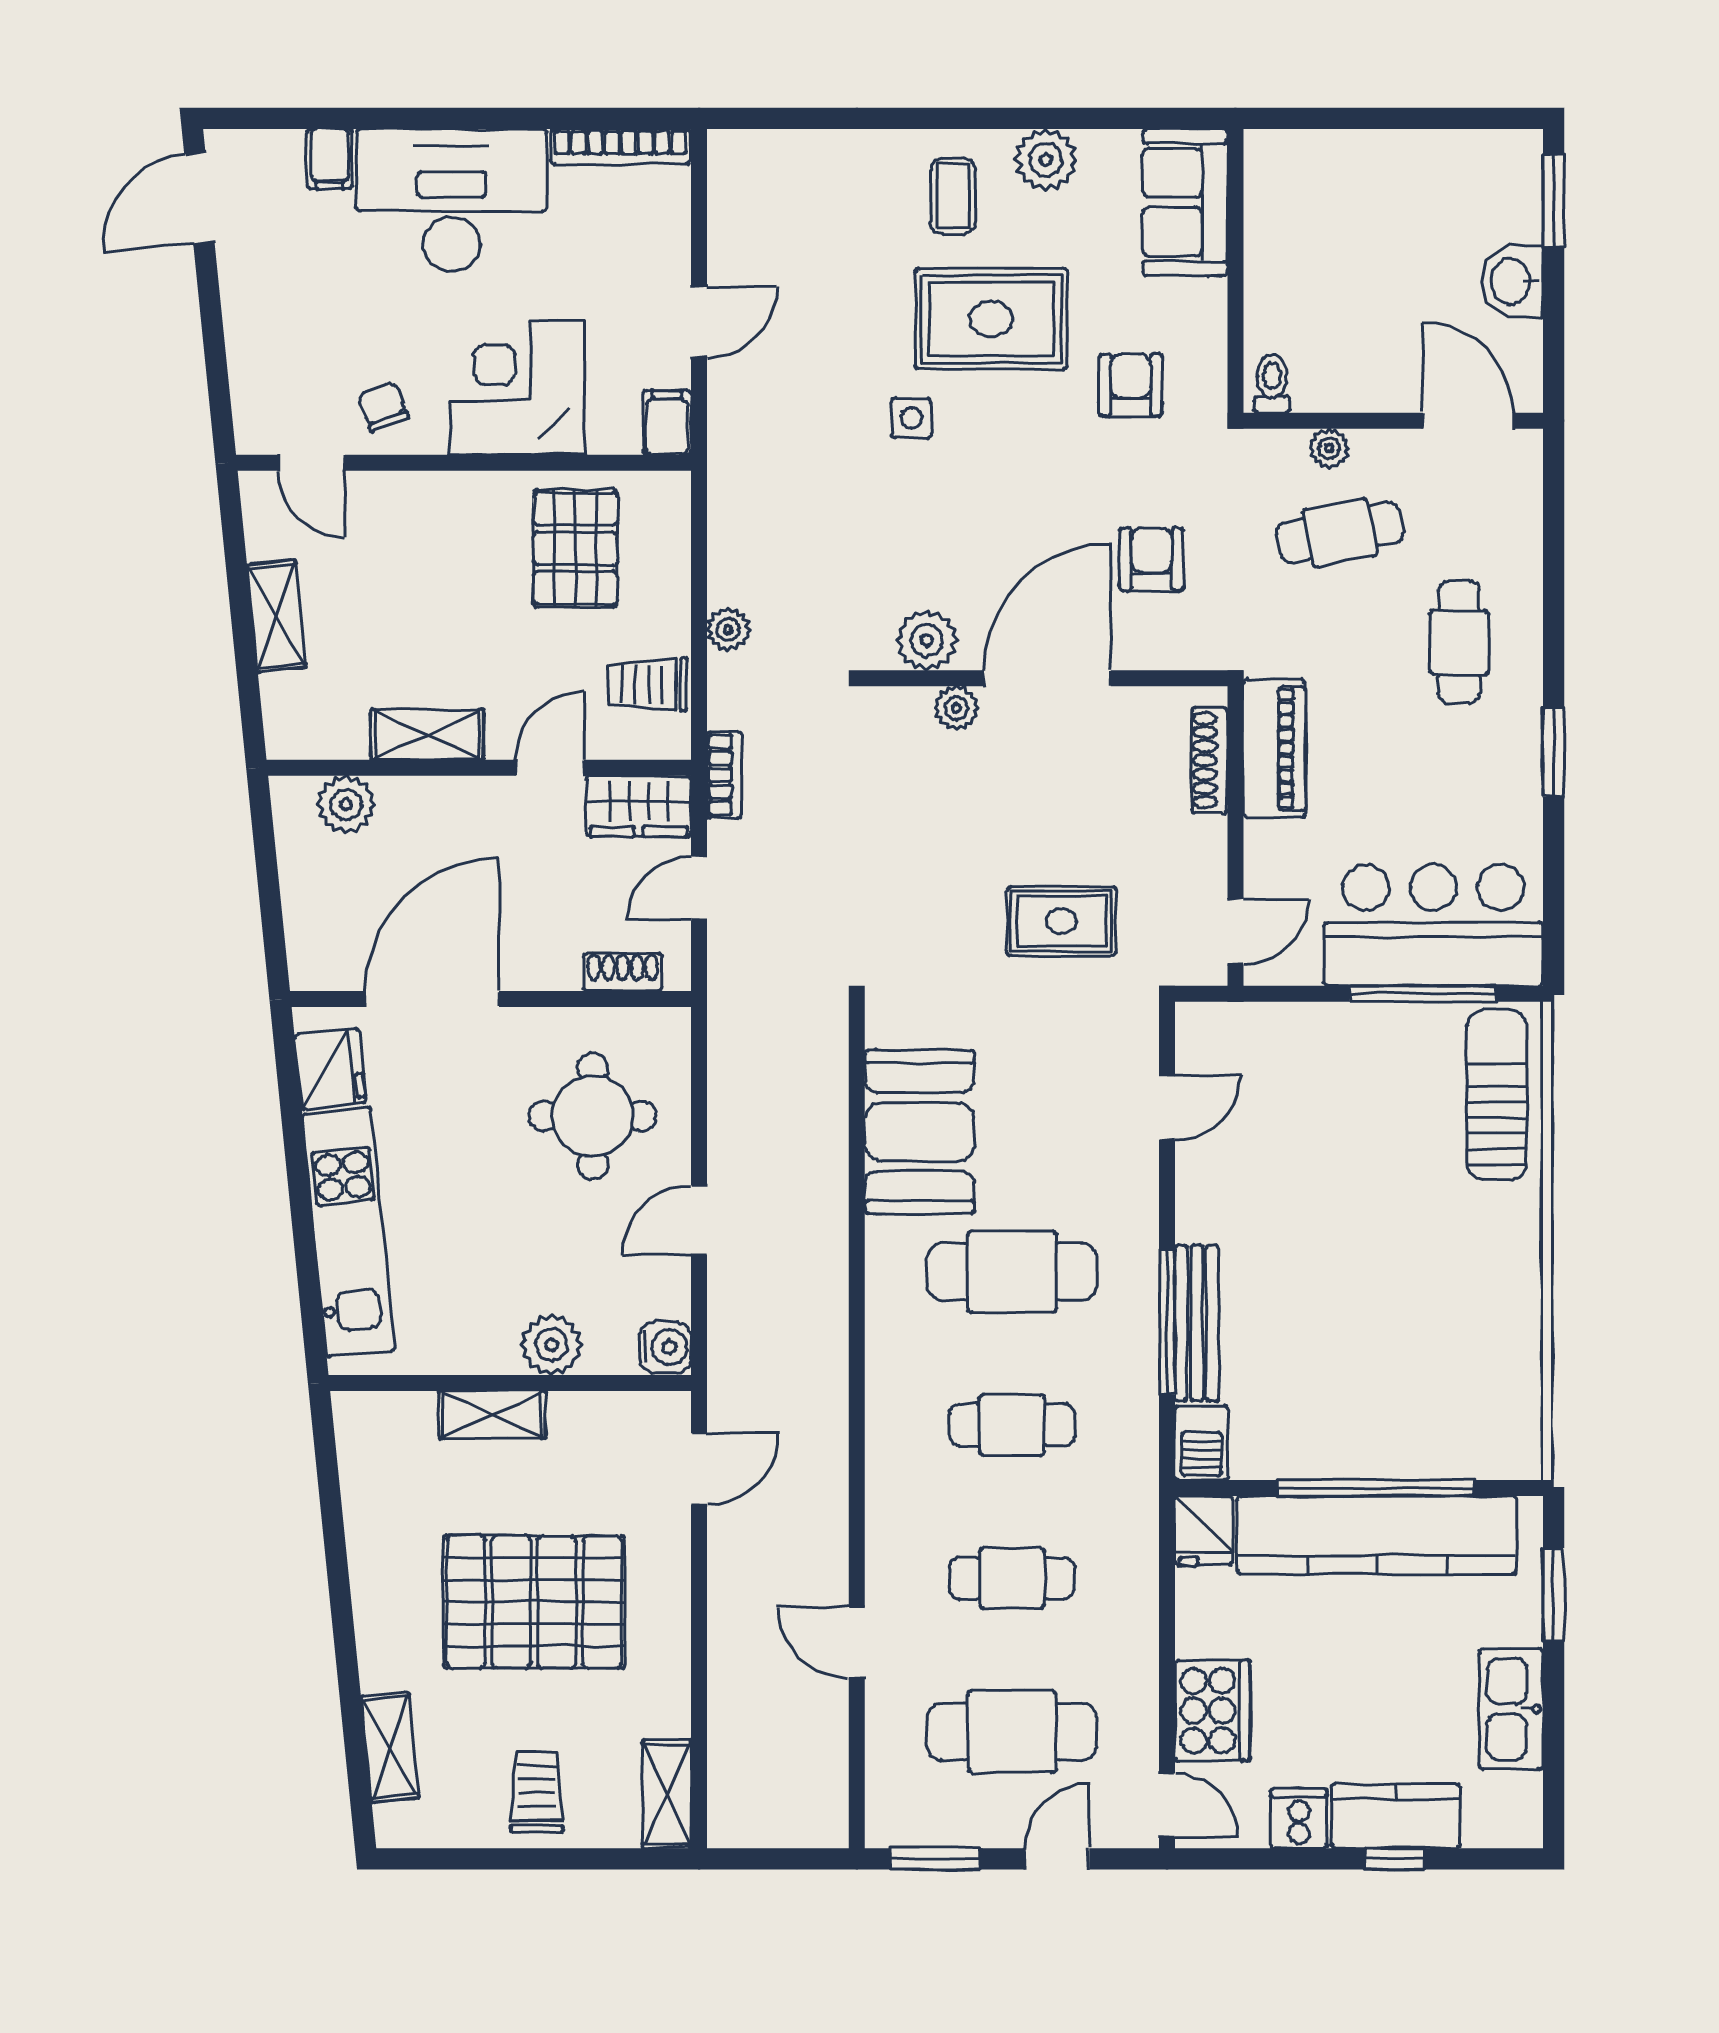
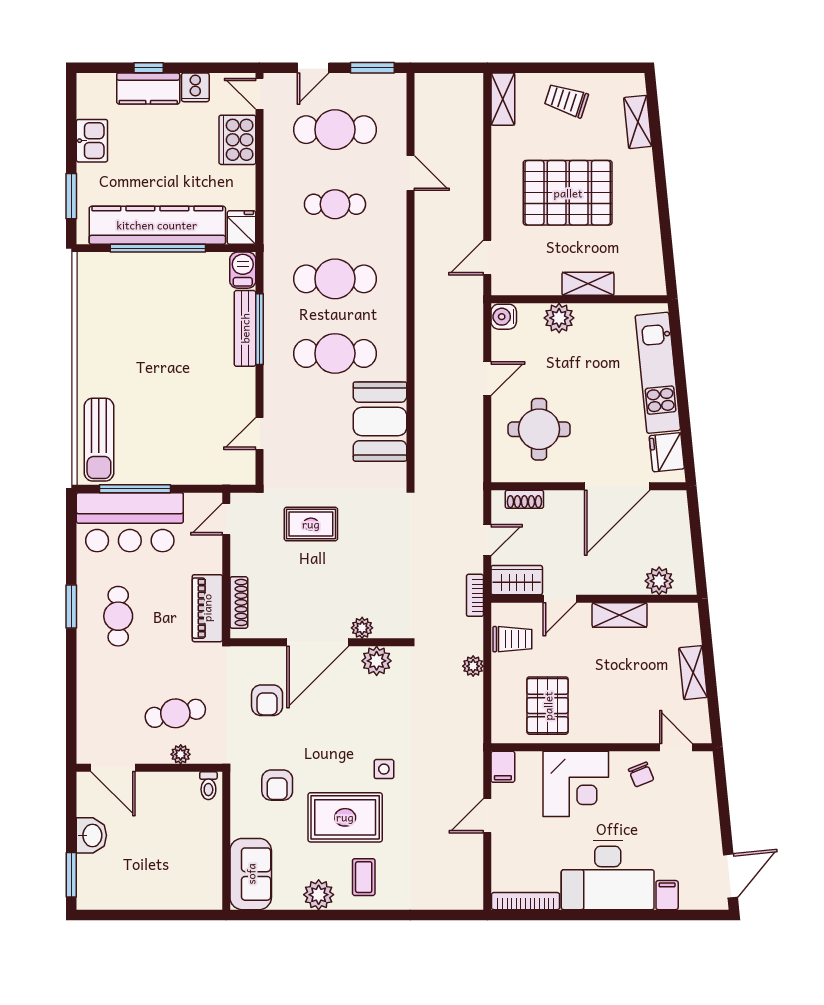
cafe table: (1459, 642) -> (118, 616), moved
cafe table: (1012, 1425) -> (335, 279), width x1.37, depth x1.35
kitchen sink: (1511, 1709) -> (92, 141), width x0.73
trolley: (537, 1792) -> (566, 100), turned 108

